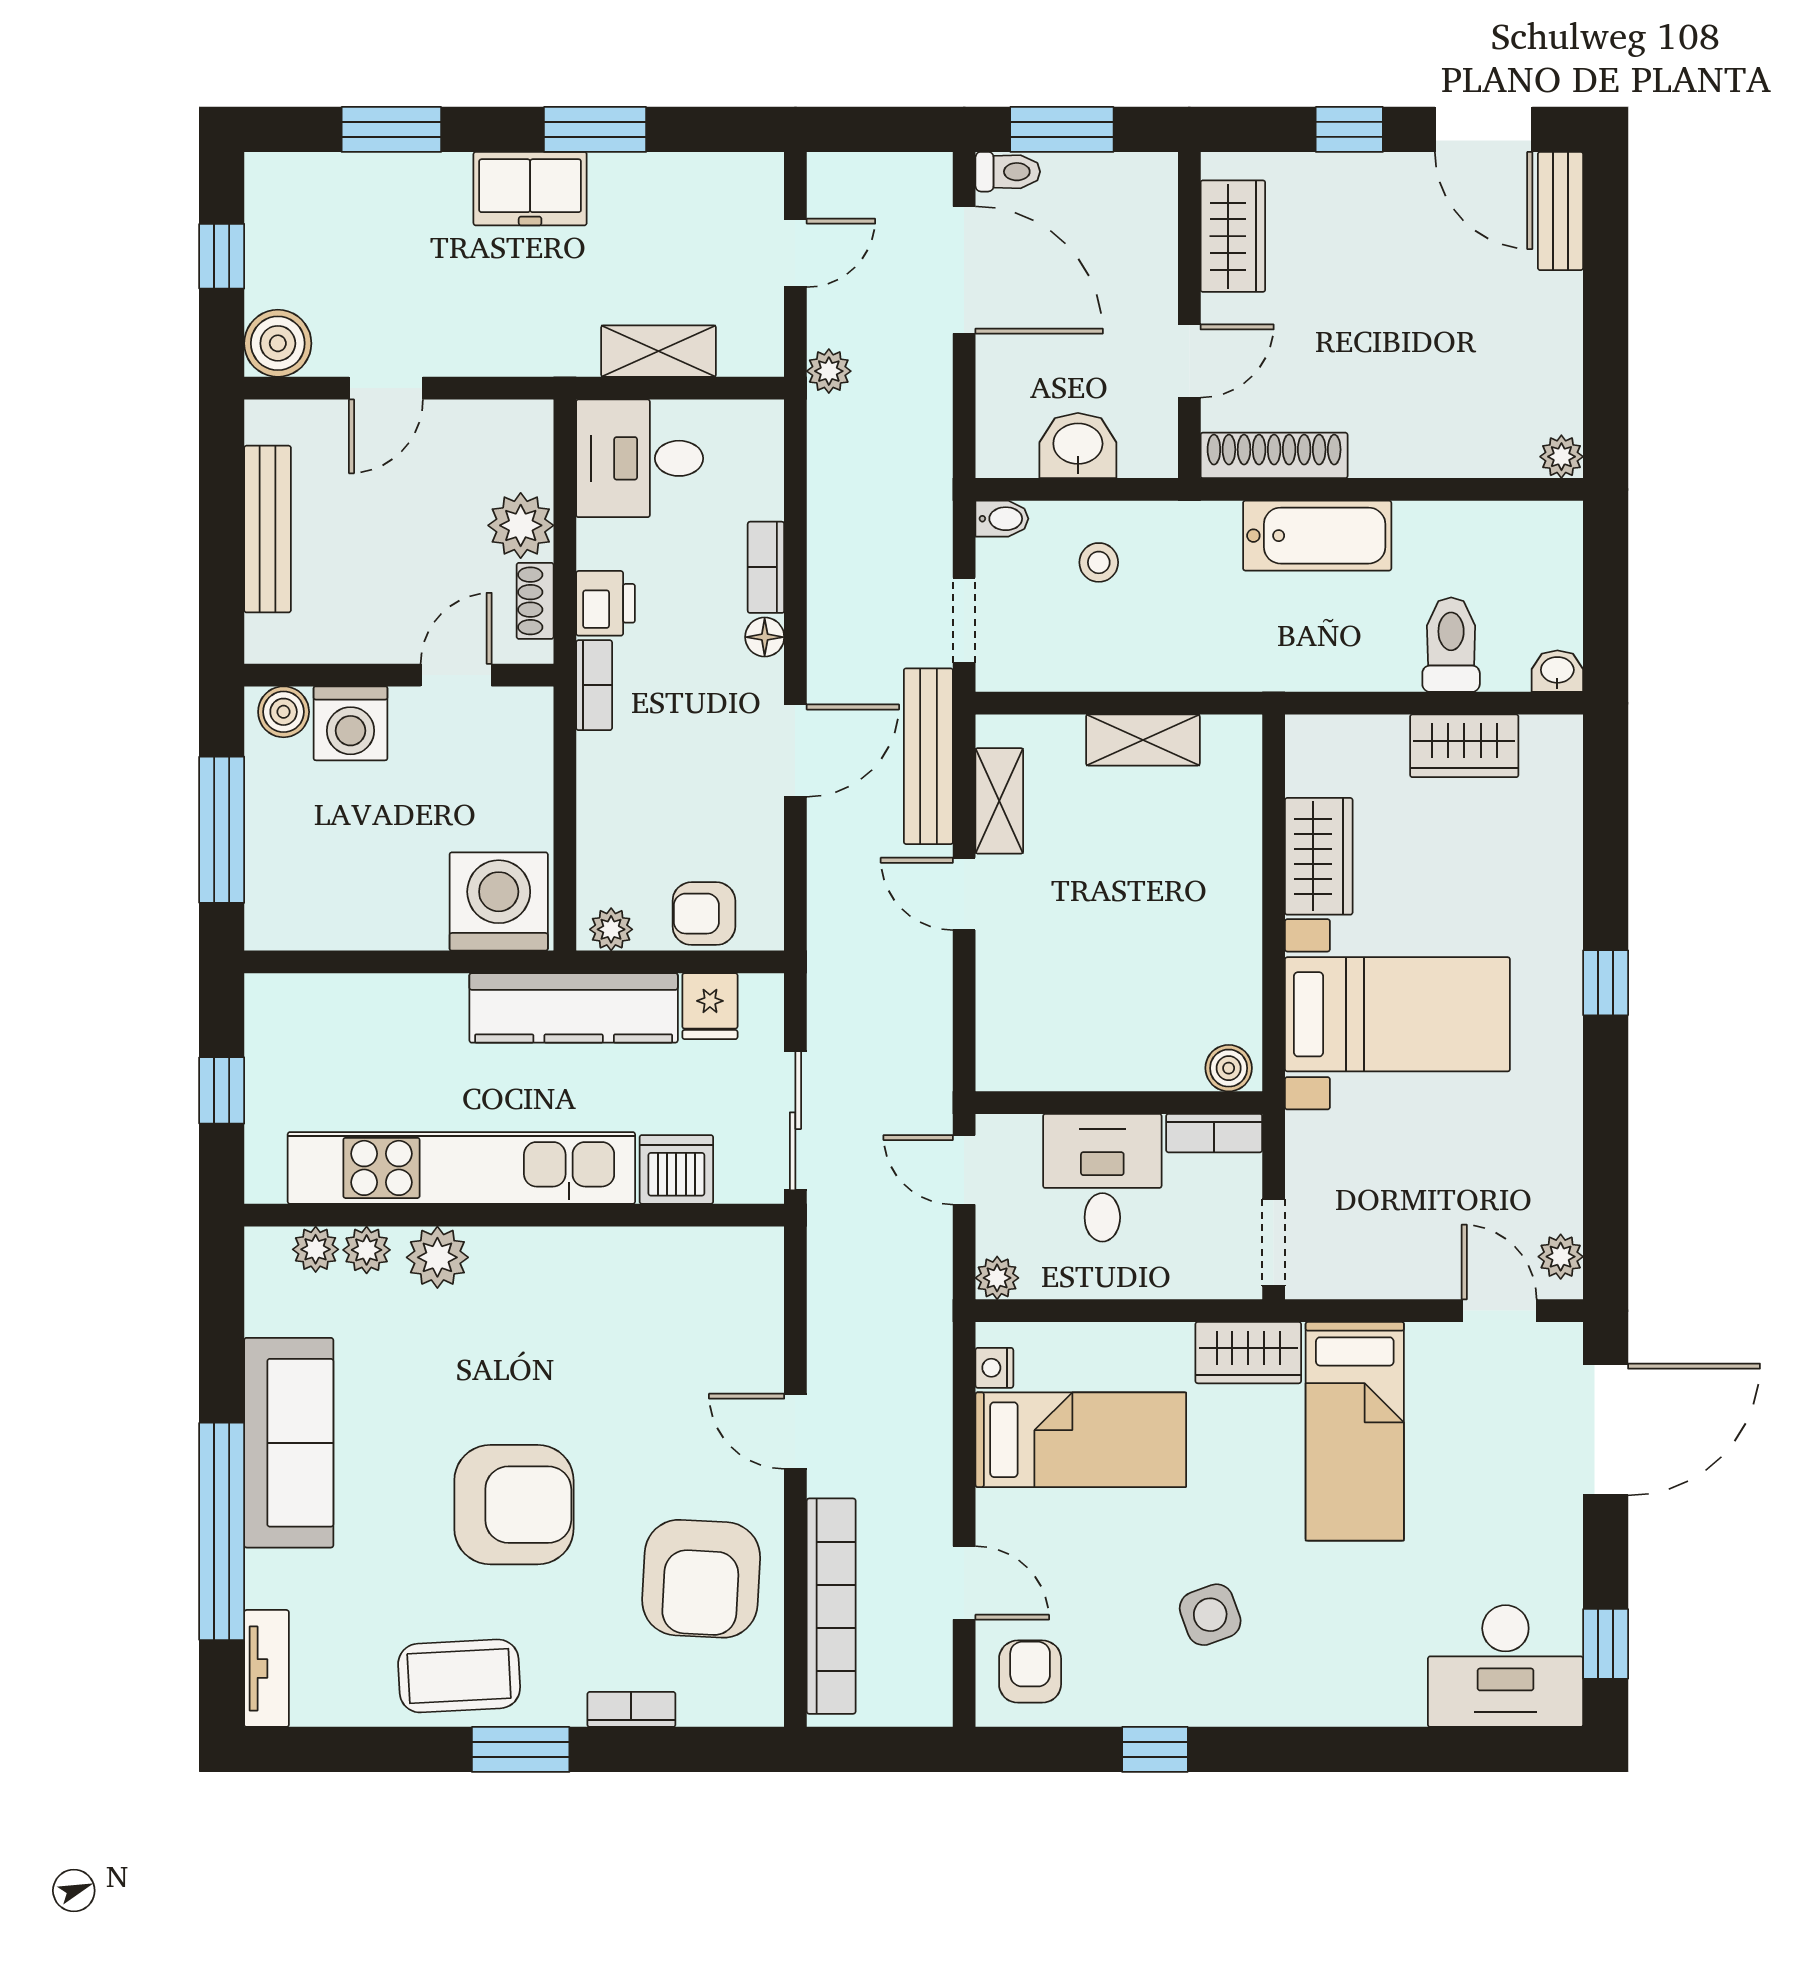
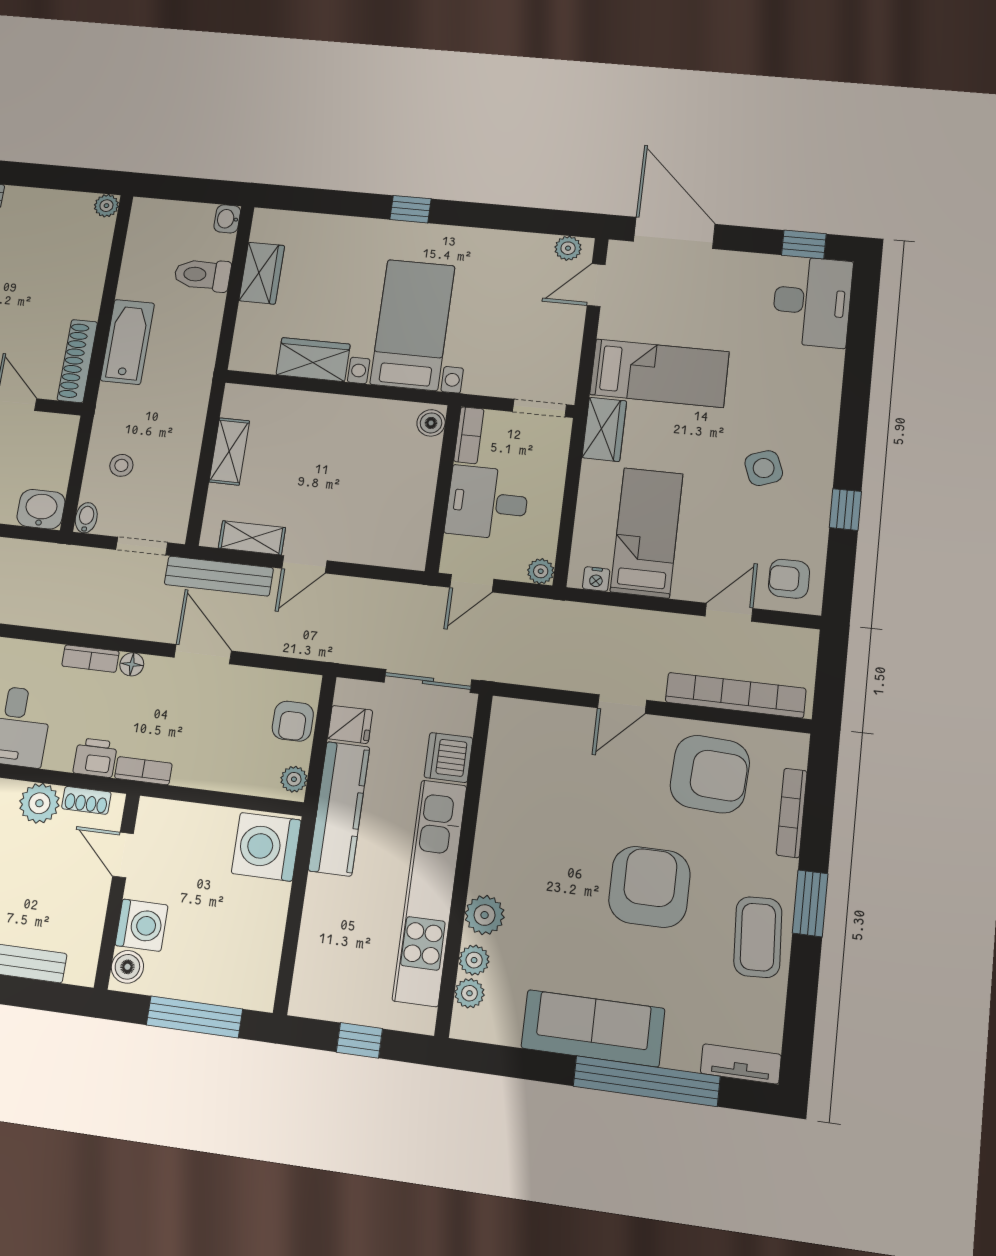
washbasin: (1078, 446) -> (41, 509), moved, turned 90
bookcase: (631, 1709) -> (792, 813), width x1.56

